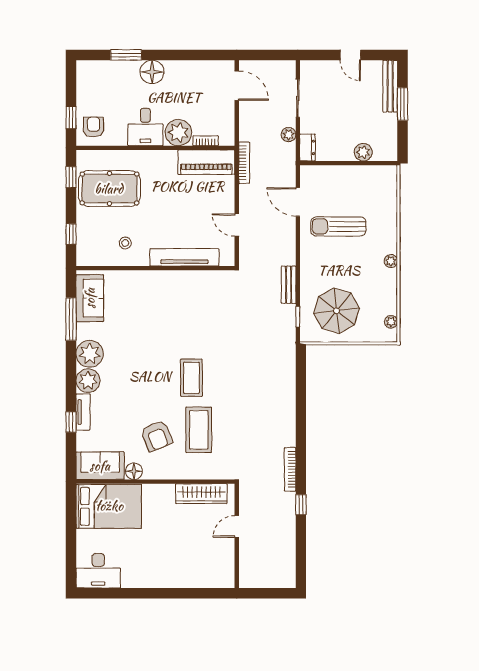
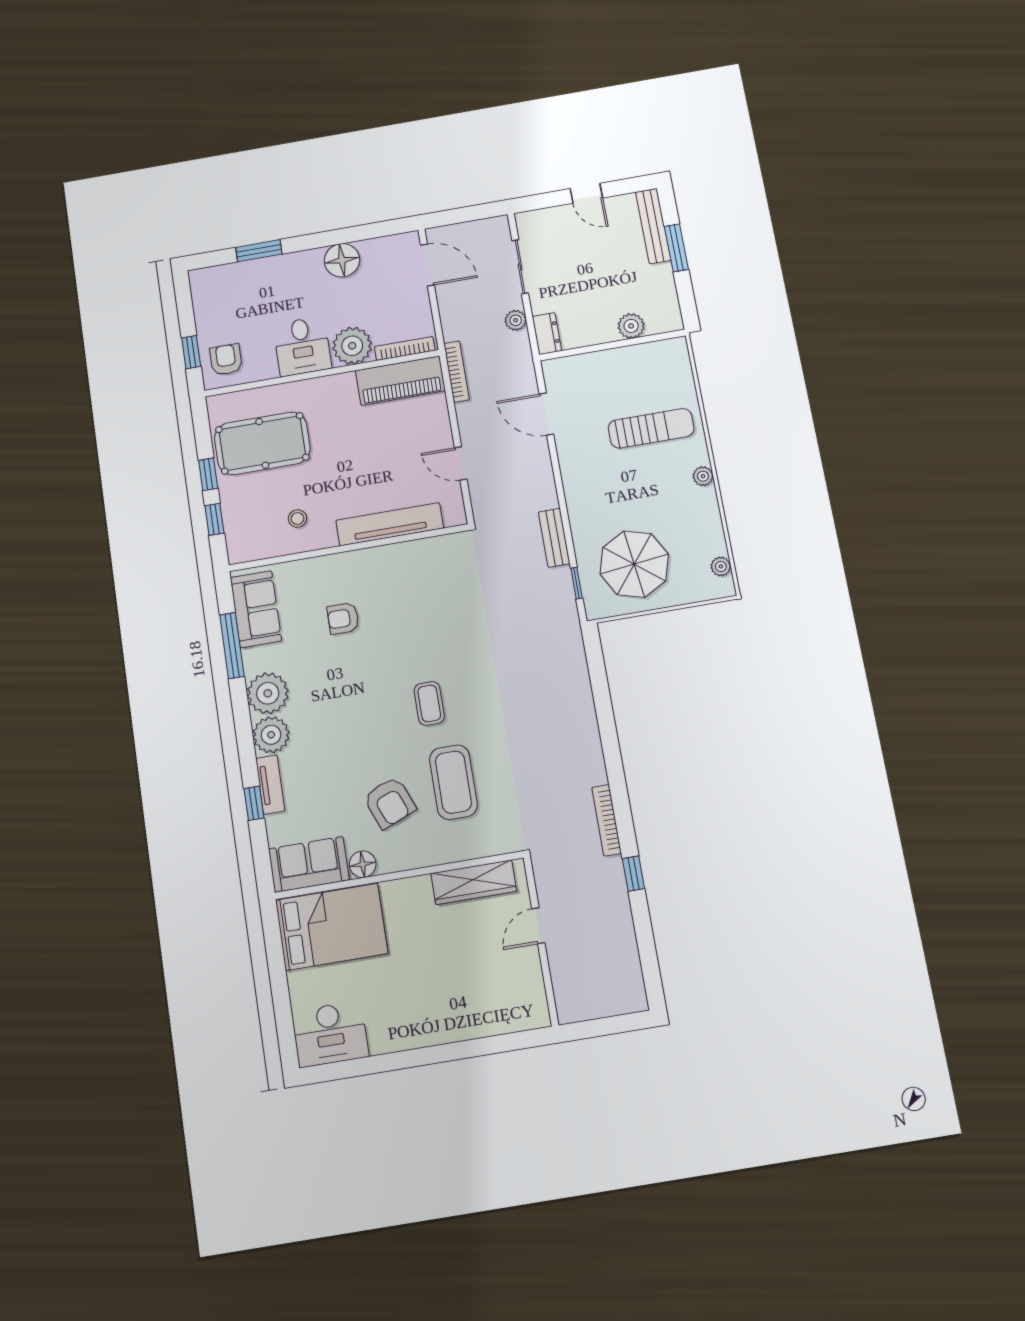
floor lamp: (152, 72) -> (342, 260), moved
bookcase: (206, 141) -> (405, 348), width x1.56
window: (71, 177) -> (208, 474), moved
sun lounger: (338, 226) -> (651, 428), moved, turned 180
armchair: (145, 314) -> (343, 618), added
coffee table: (191, 378) -> (429, 703), width x0.73, depth x0.77

